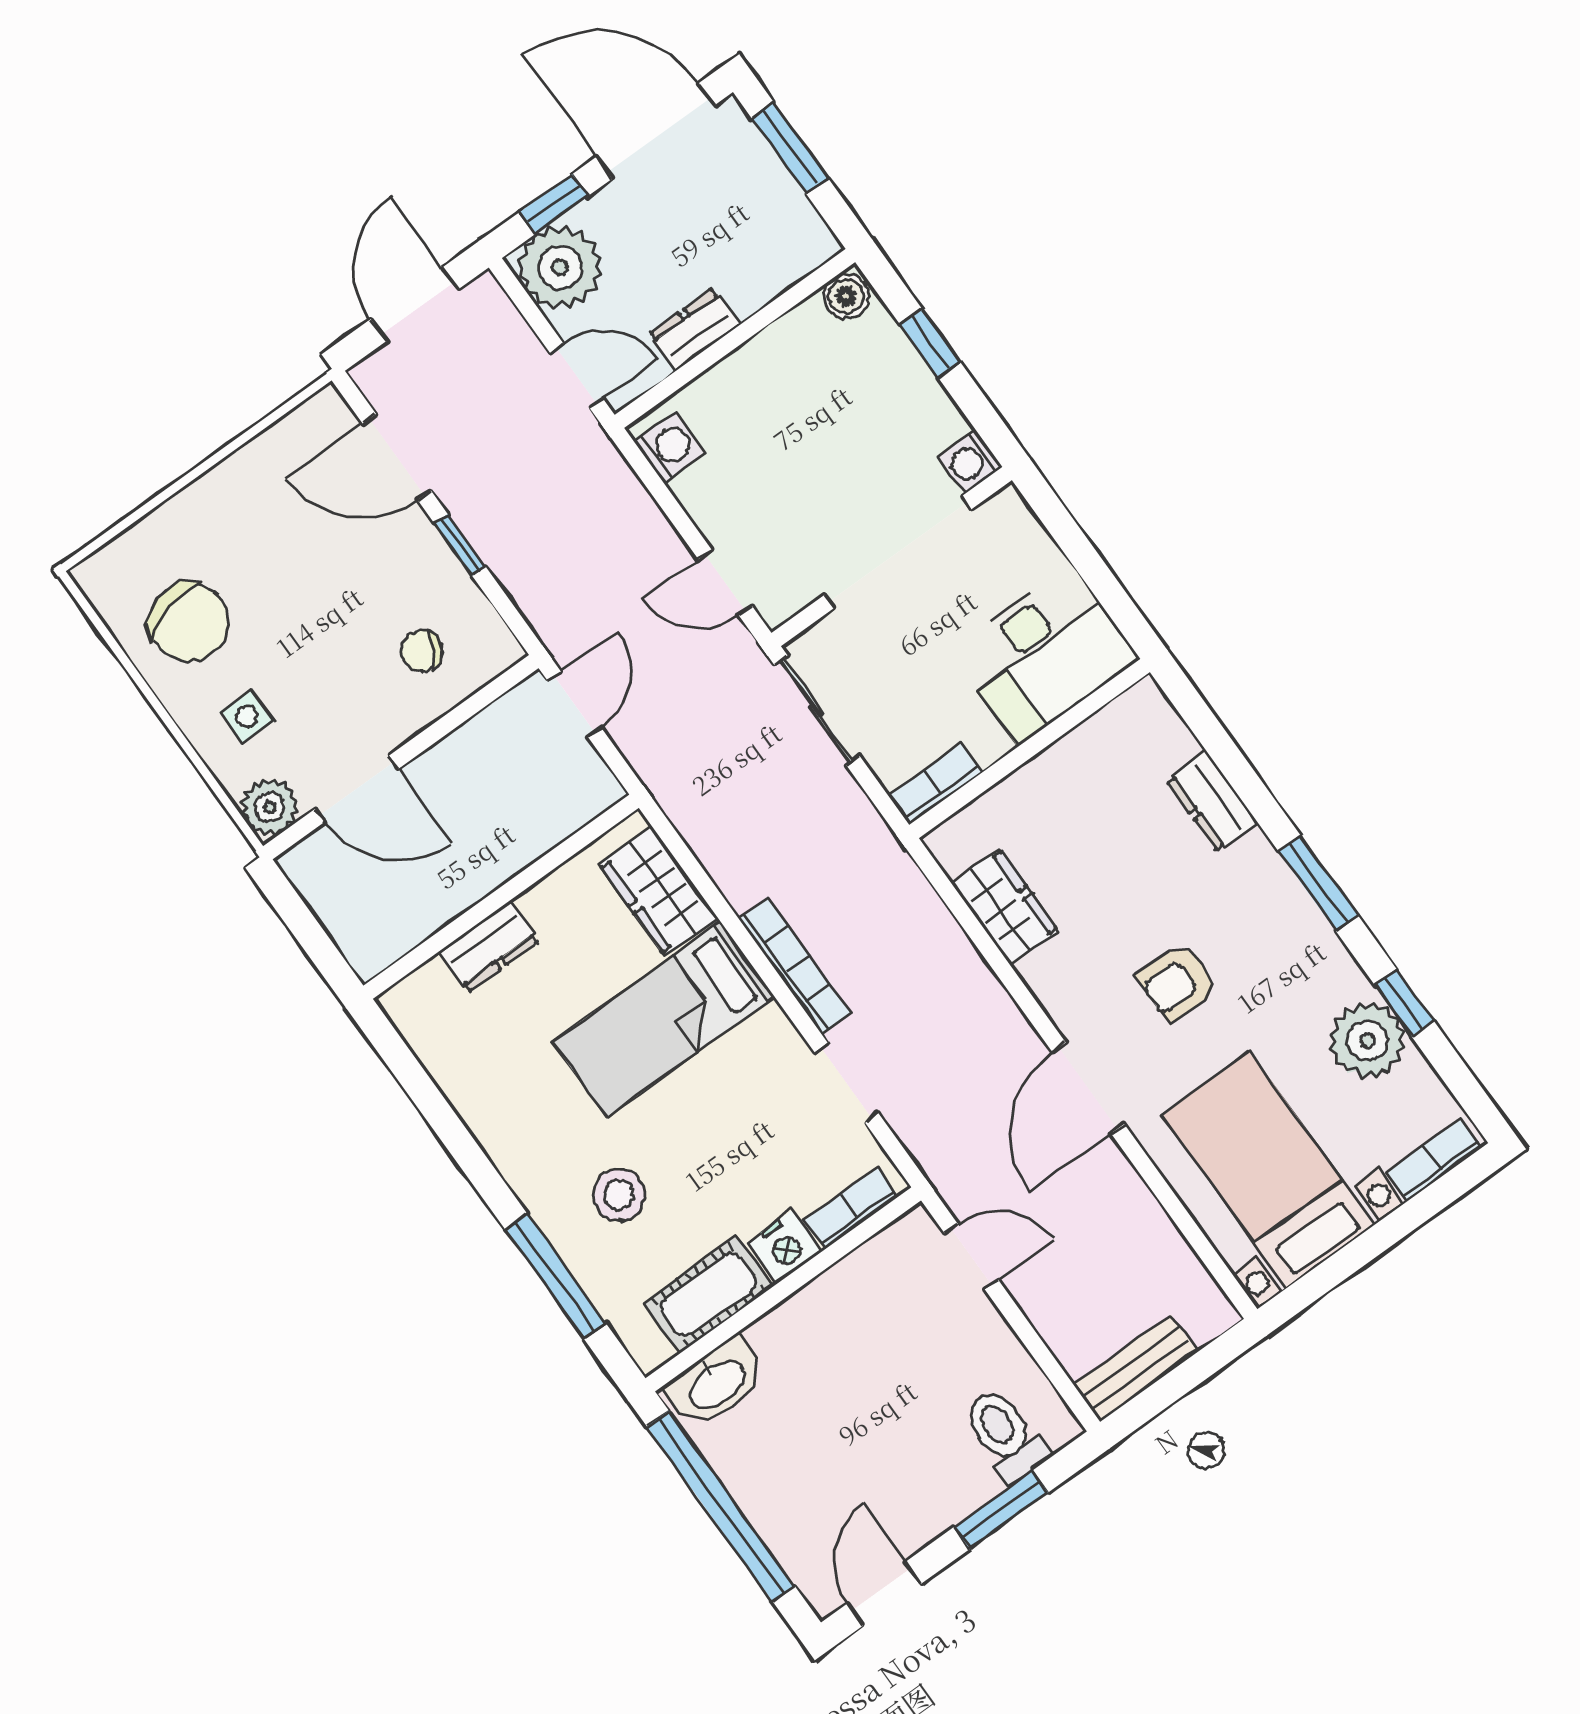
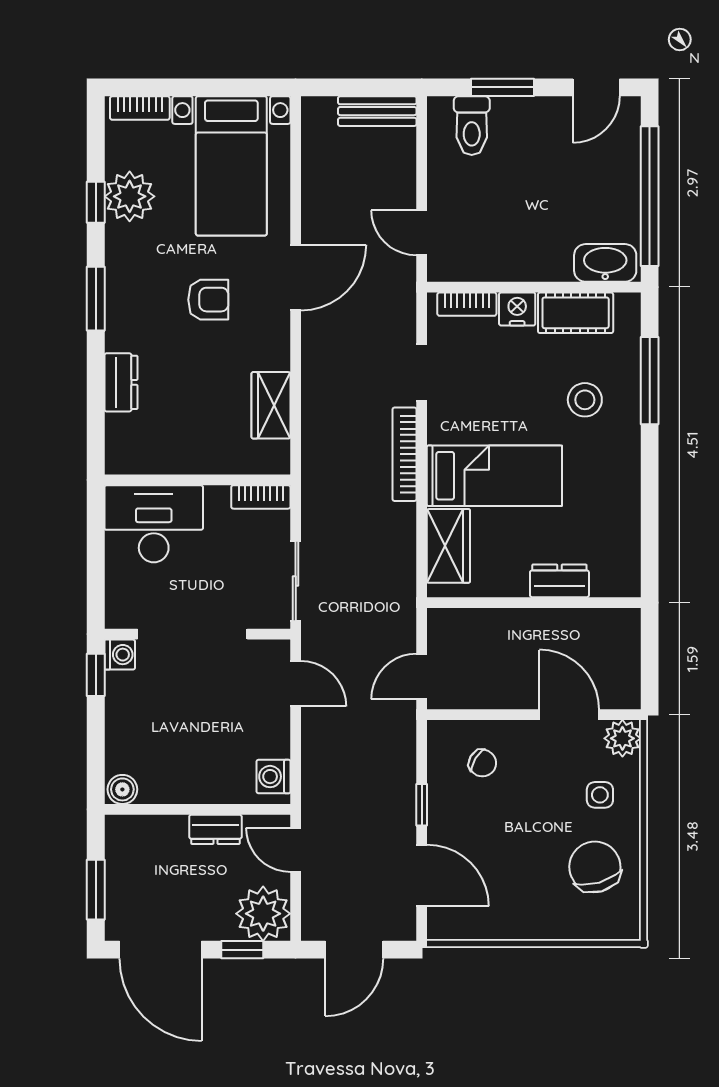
window: (930, 343) -> (96, 675), moved

